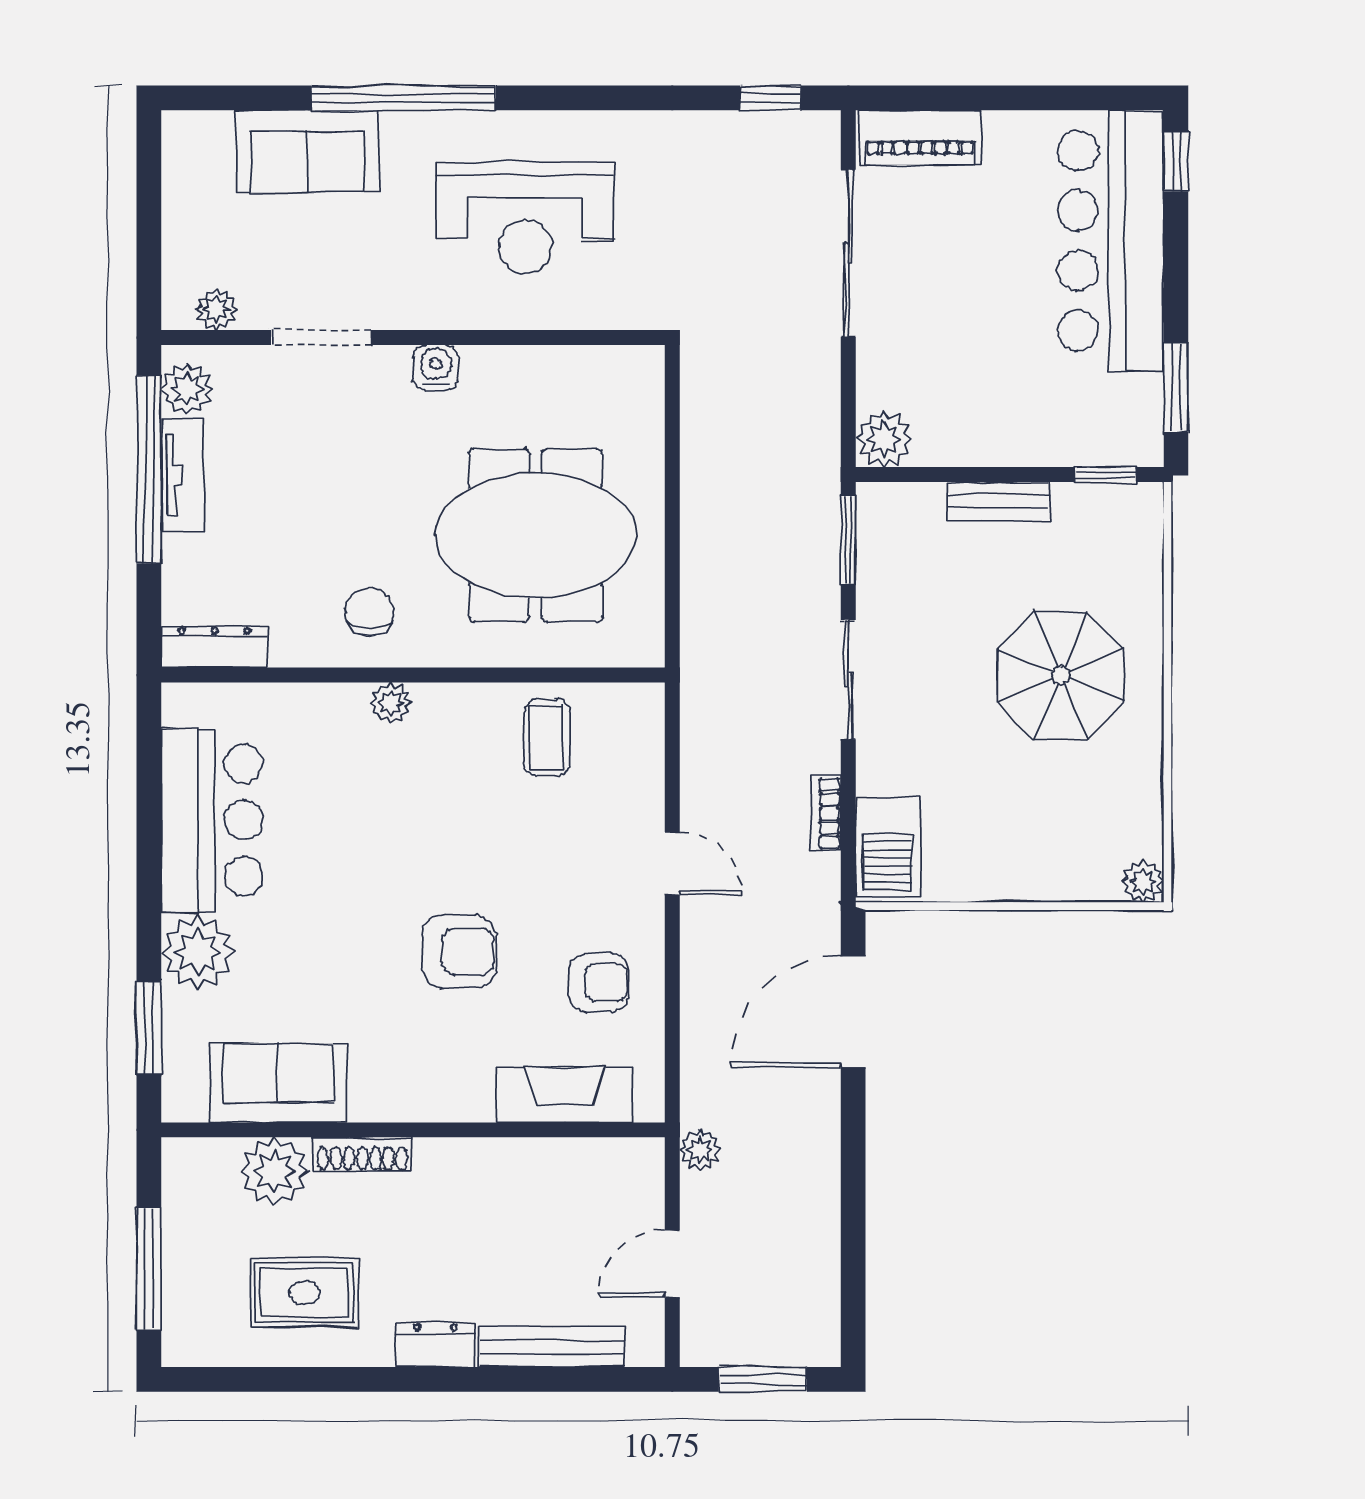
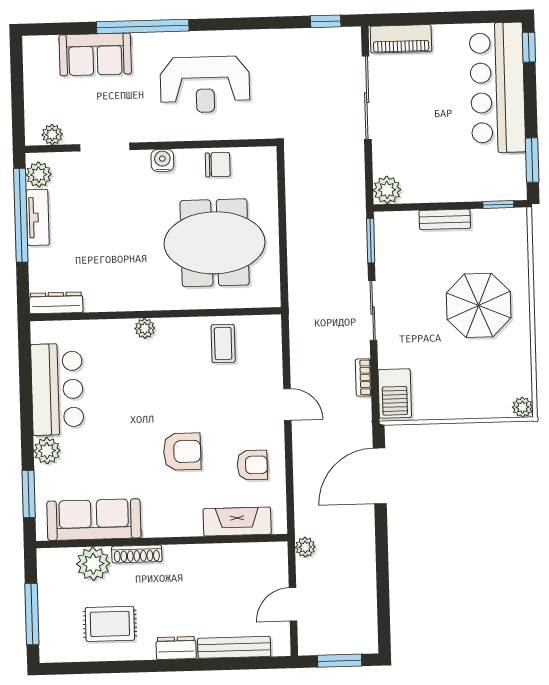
chair: (370, 612) -> (218, 165), moved, turned 90
plant: (198, 952) -> (47, 451), width x0.73, depth x0.73
sofa: (278, 1083) -> (94, 520), width x1.36

